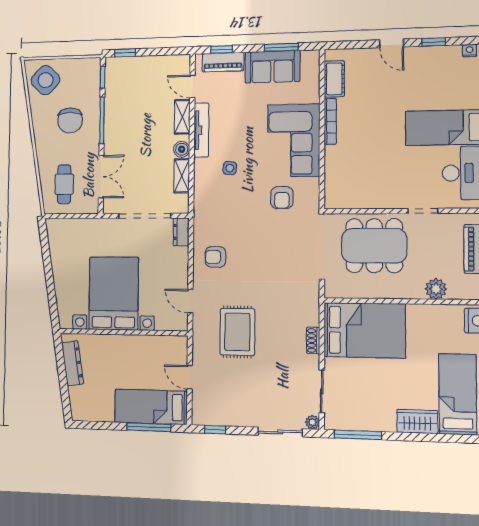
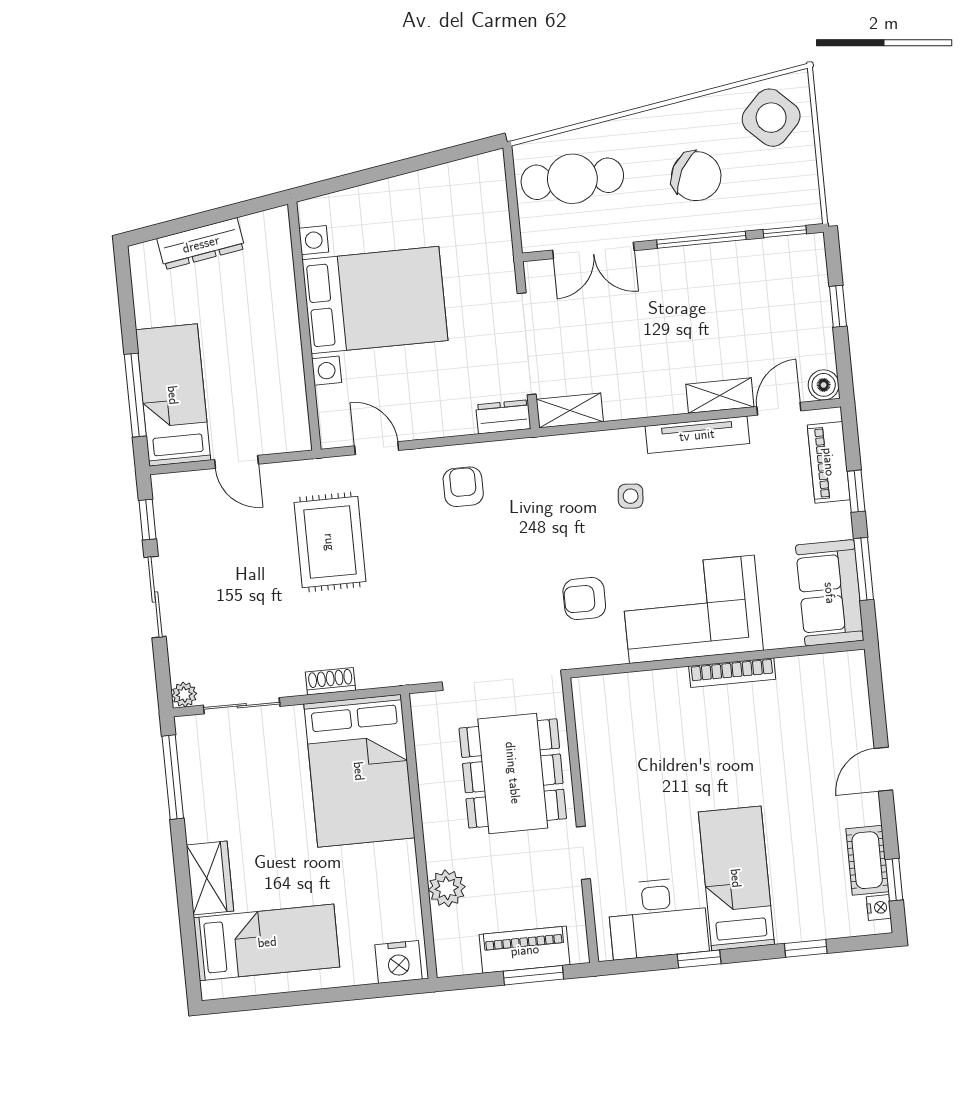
window: (434, 42) -> (894, 880), moved
window: (221, 49) -> (856, 491), moved
window: (125, 53) -> (838, 306), moved
sofa: (272, 67) -> (830, 593), moved
cot: (334, 79) -> (867, 860), moved, turned 90
chair: (70, 120) -> (696, 176), turned -151
boiler: (182, 149) -> (824, 385), moved
shelving: (182, 176) -> (570, 410), moved
cafe table: (64, 184) -> (572, 179), width x1.37, depth x1.35
door: (190, 301) -> (377, 448), hinge flipped
rug: (237, 332) -> (330, 542), turned 90
dresser: (73, 363) -> (201, 244), moved
door: (190, 377) -> (236, 462), swing flipped
sliding door: (280, 432) -> (155, 597), moved

